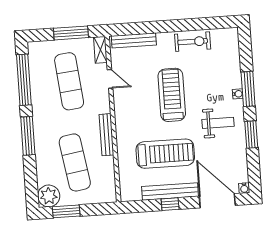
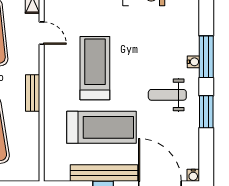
treadmill: (172, 95) -> (95, 68), moved
weight bench: (218, 123) -> (167, 95), turned 180
bench: (106, 135) -> (33, 93), width x0.73

